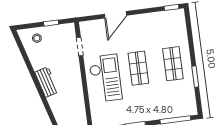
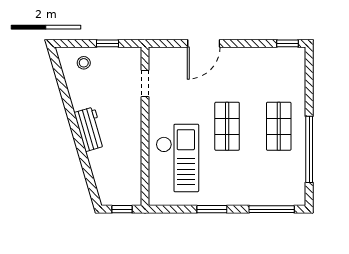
window: (195, 77) -> (309, 149), width x2.11
checkout: (105, 78) -> (177, 158), moved

